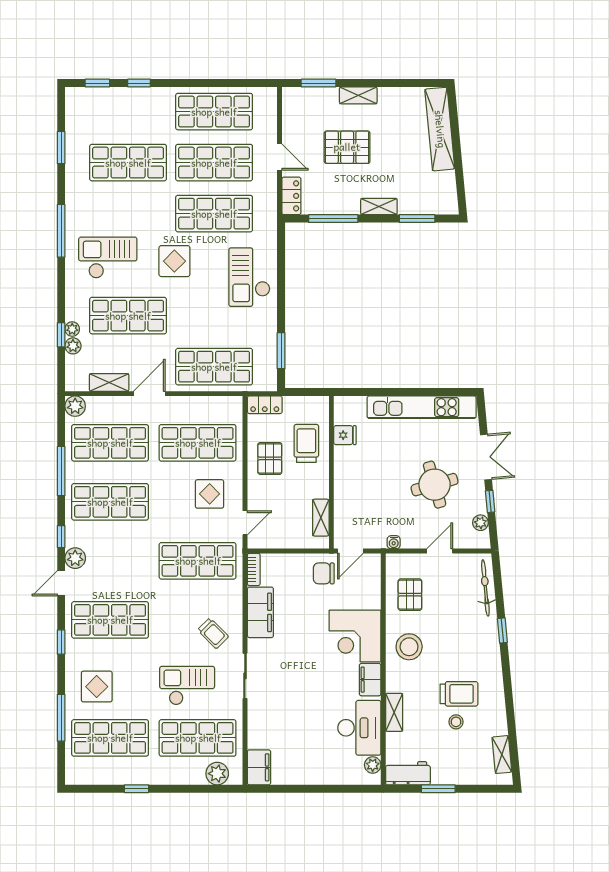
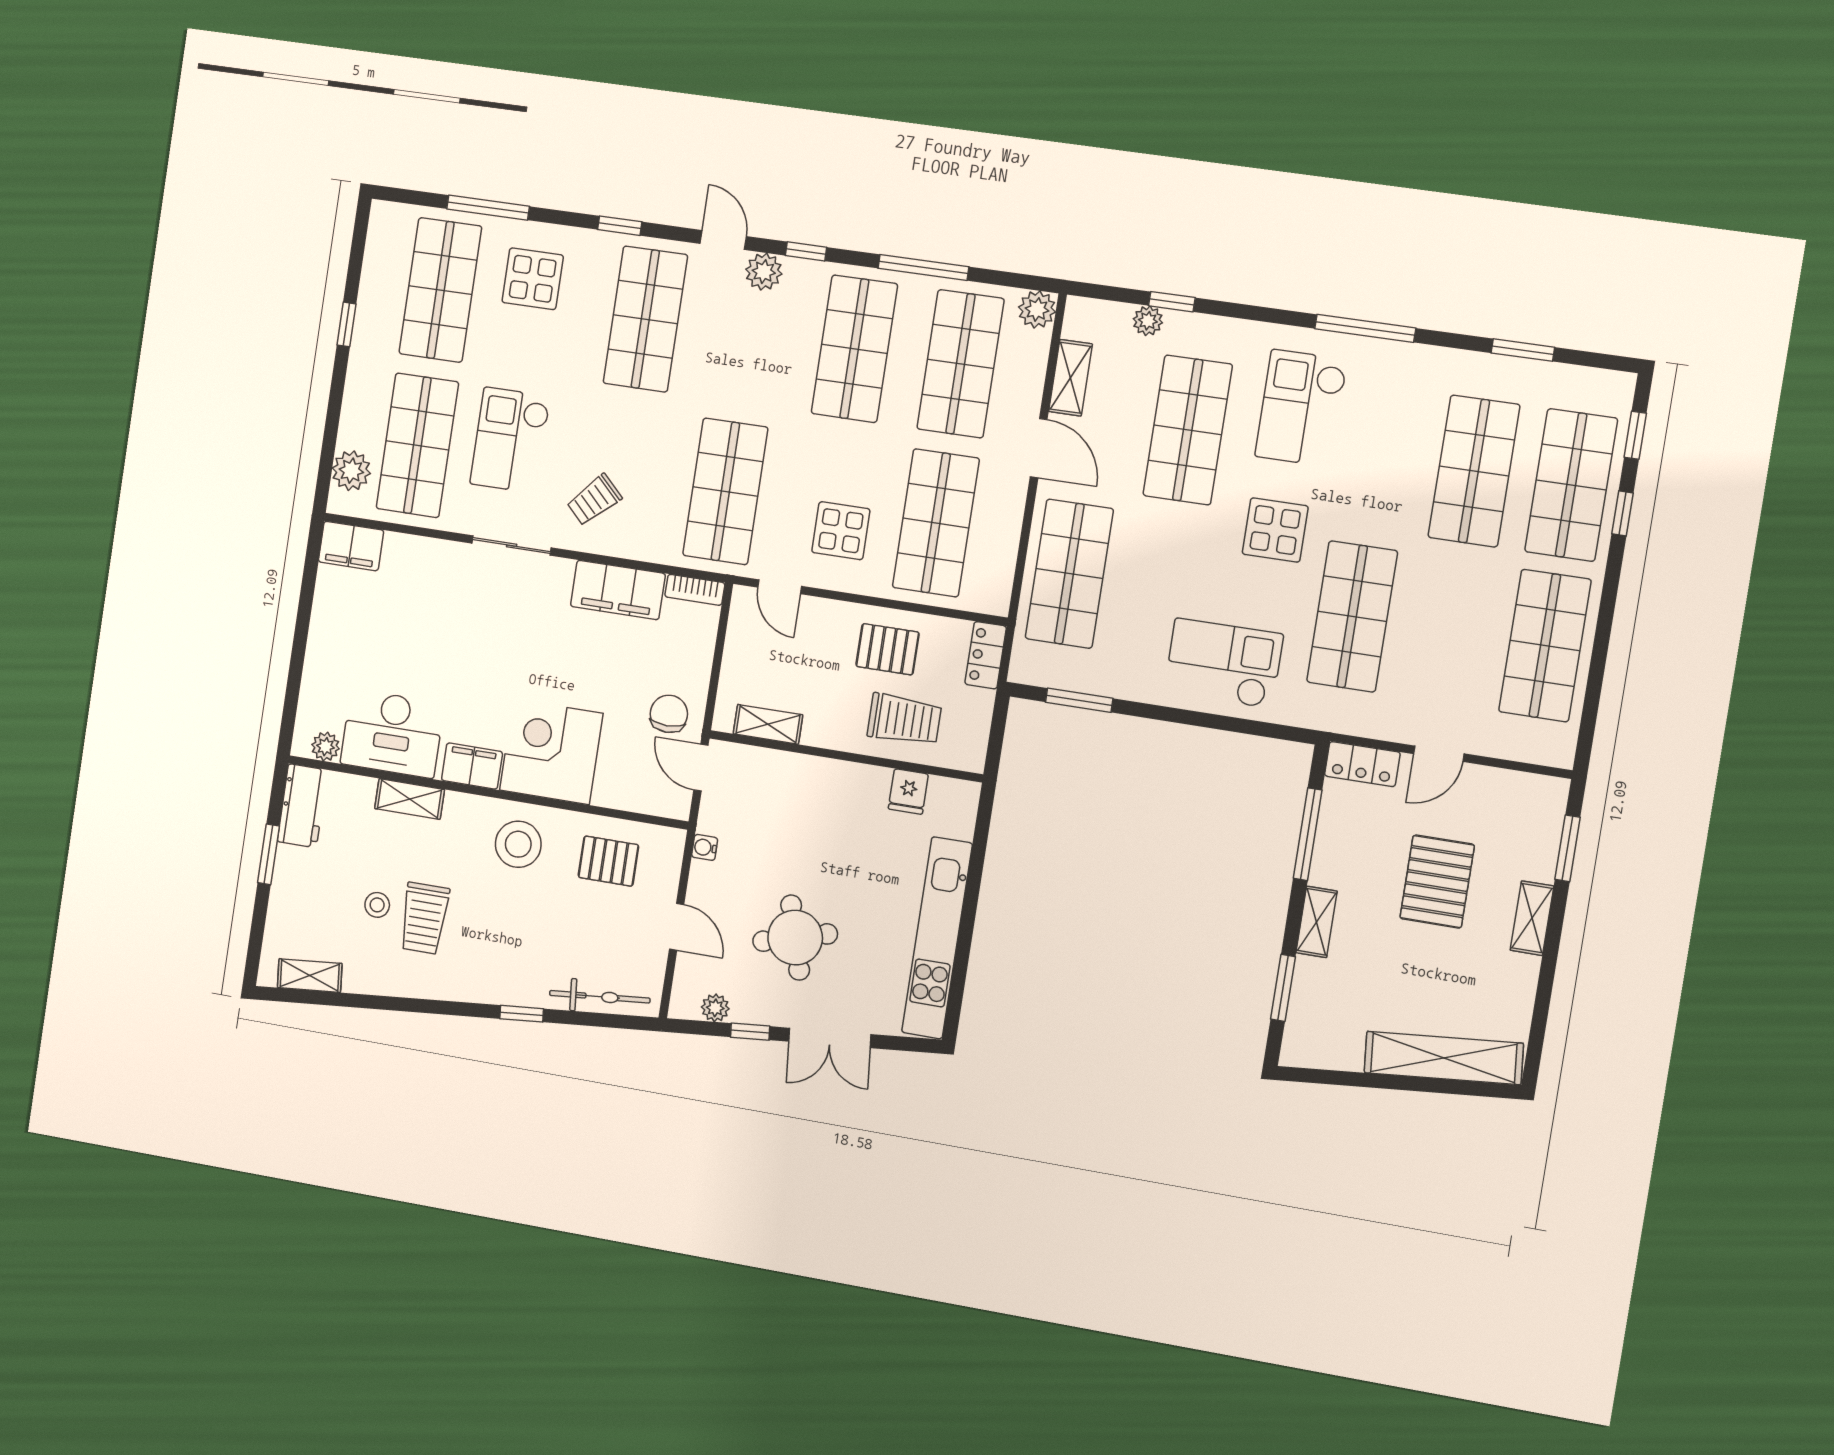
shop shelf: (214, 163) -> (1571, 485), moved
checkout: (108, 258) -> (1301, 408), turned 180
plant: (72, 329) -> (1179, 324), removed
checkout: (187, 686) -> (510, 440), turned 180

